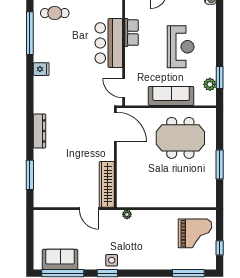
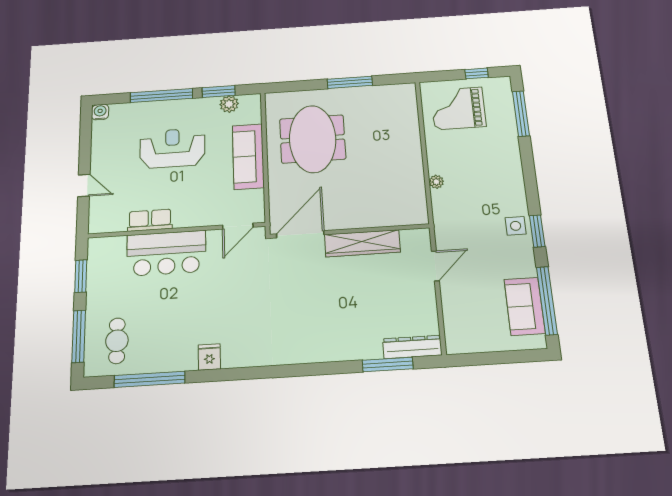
window: (220, 39) -> (161, 96), added
dresser: (40, 131) -> (412, 347), moved
wardrobe: (107, 184) -> (362, 243), moved
plant: (127, 214) -> (436, 182), moved
grand piano: (195, 233) -> (458, 108), turned -90

